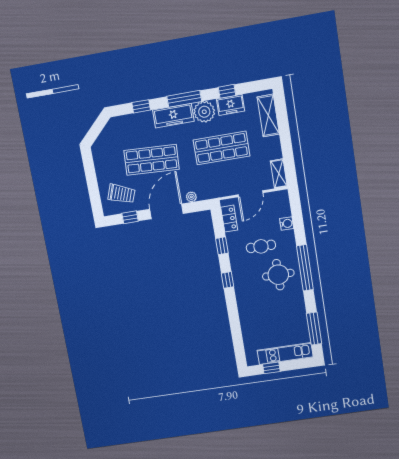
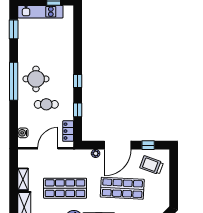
shelving: (279, 174) -> (23, 179), moved
water cooler: (287, 224) -> (23, 133), moved
window: (314, 329) -> (14, 29), width x0.69

